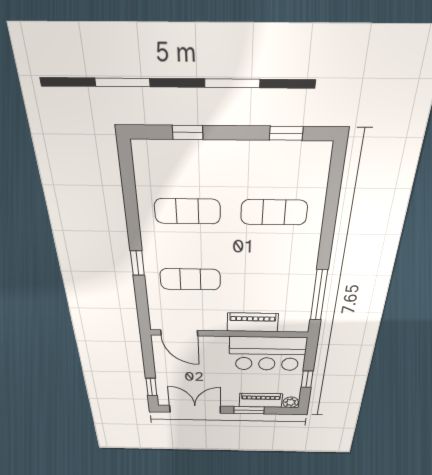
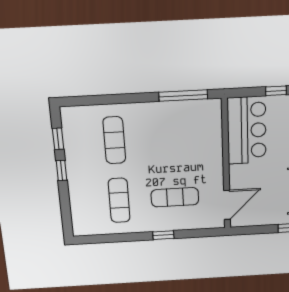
window: (188, 132) -> (61, 170), moved
exercise mat: (190, 279) -> (175, 197), turned 90
piano: (253, 322) -> (213, 146), removed

